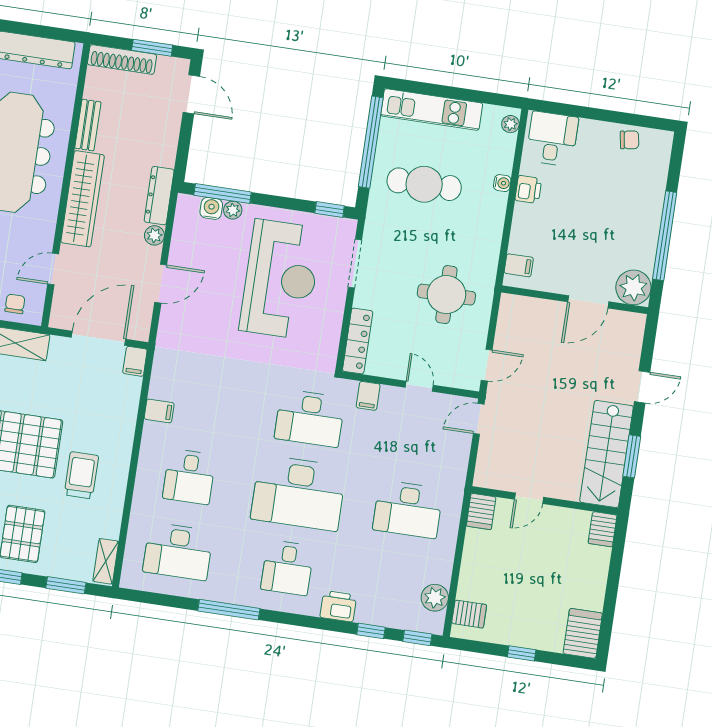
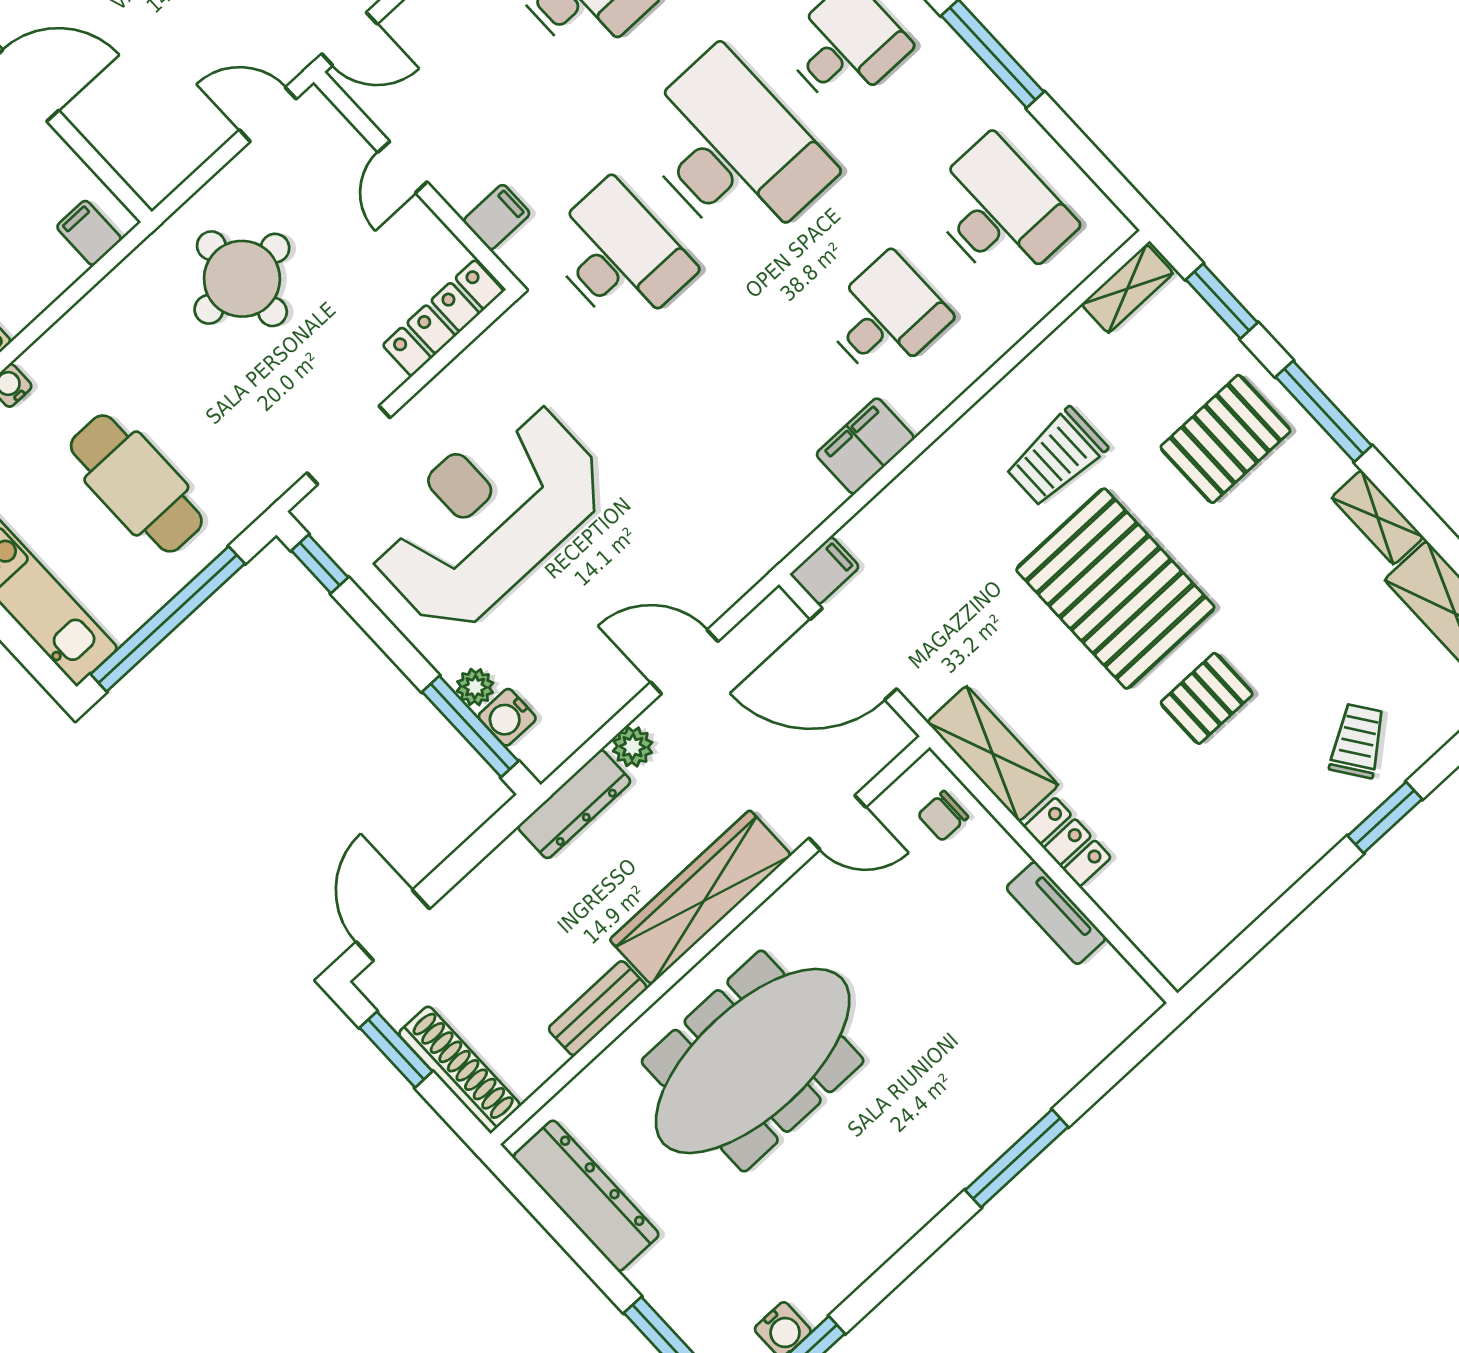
filing cabinet: (159, 411) -> (865, 446), width x2.00

